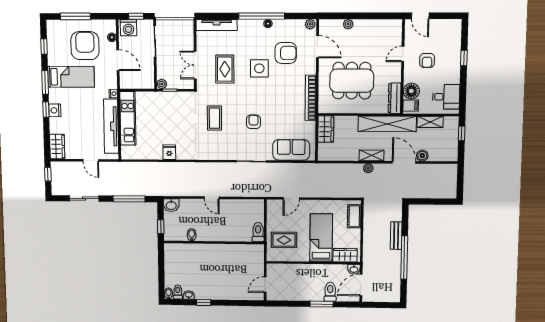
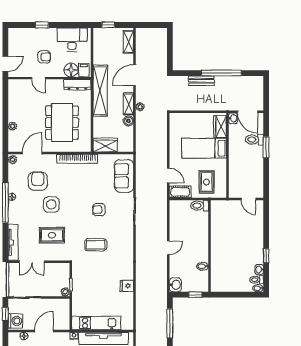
double door: (195, 65) -> (32, 262), moved
desk: (446, 97) -> (72, 39), width x1.37
shelving: (430, 122) -> (128, 42), moved
boiler: (422, 156) -> (128, 121), moved
cot: (354, 216) -> (180, 192), moved

